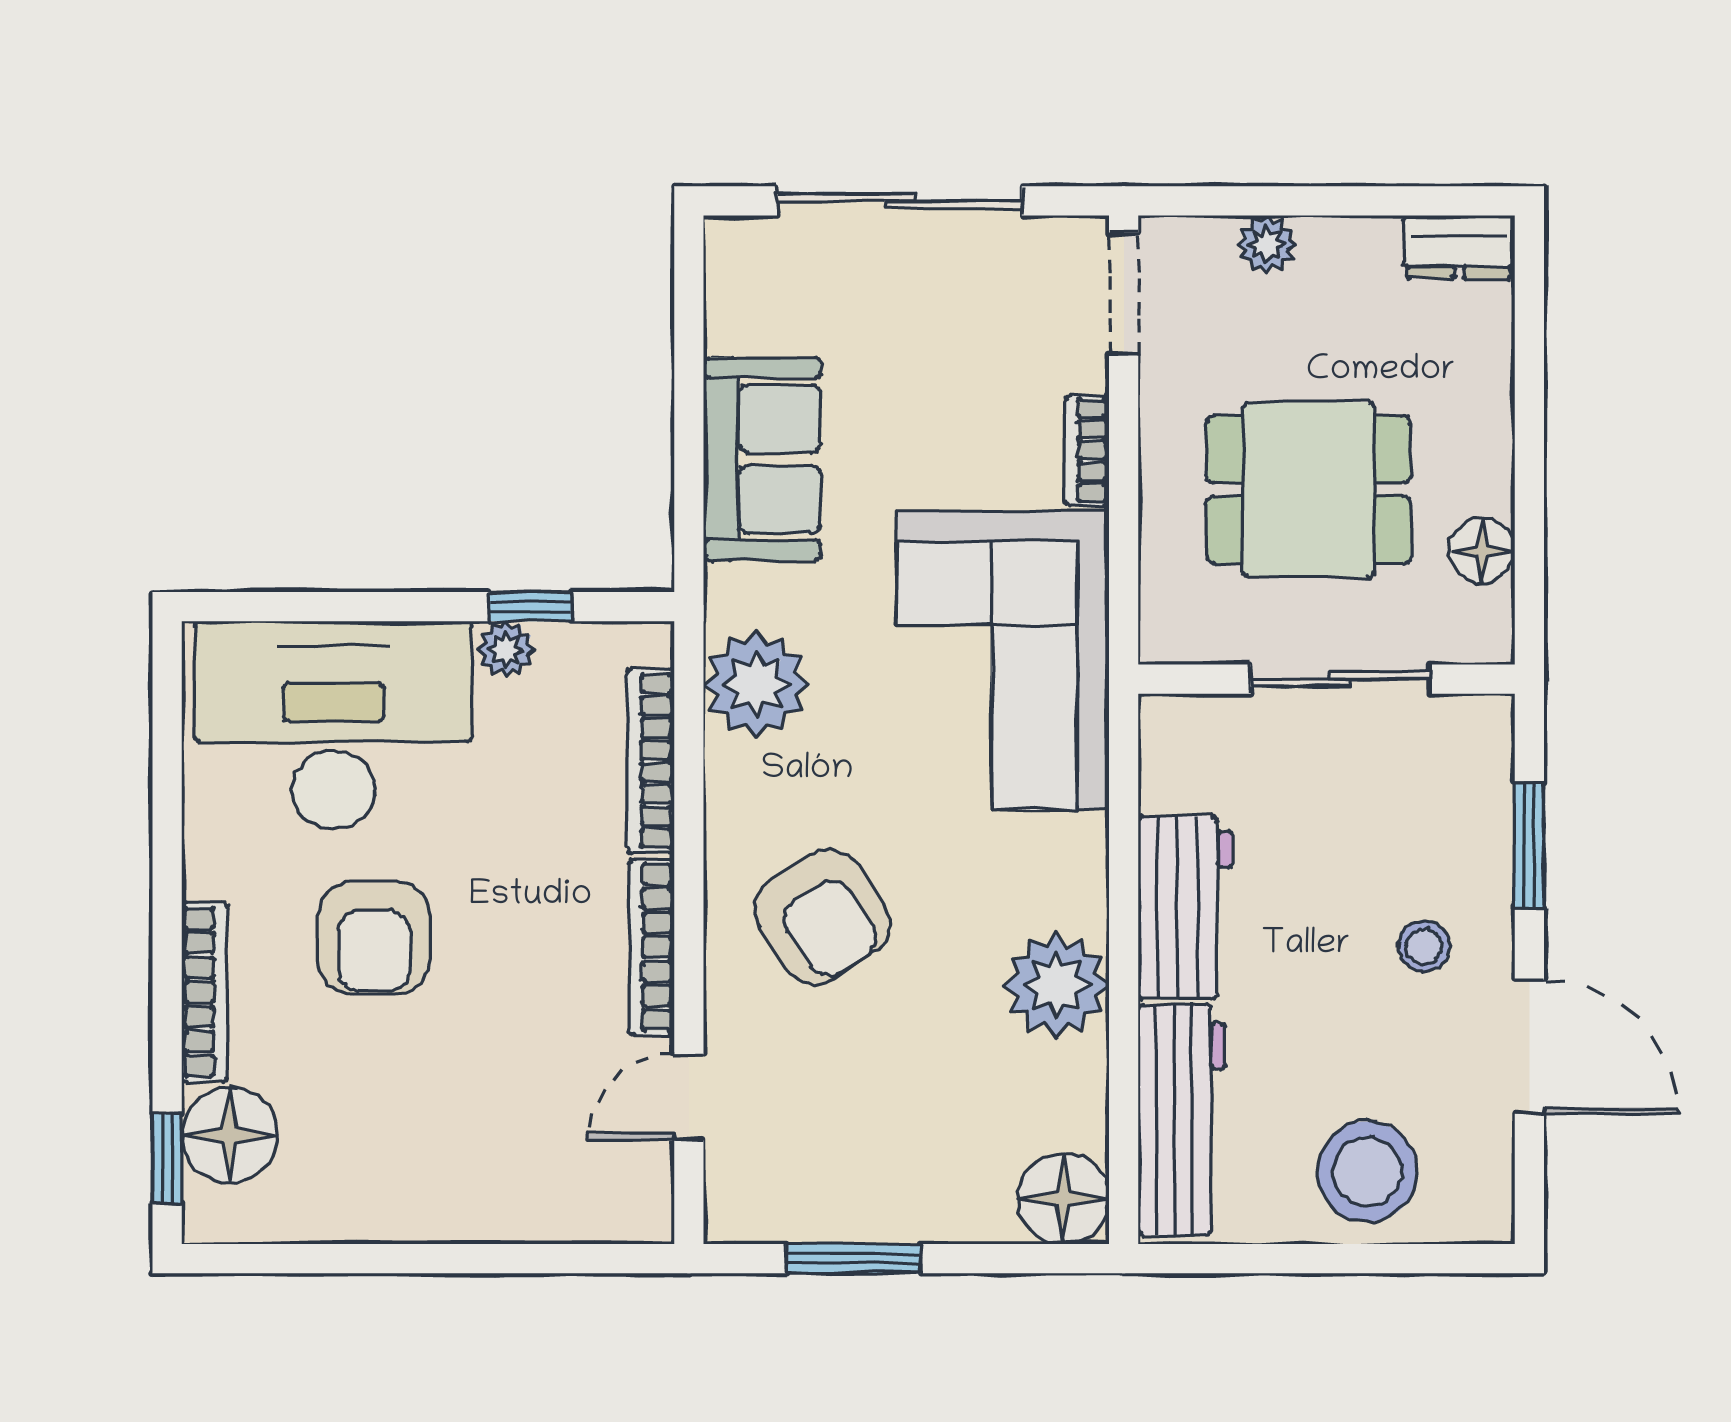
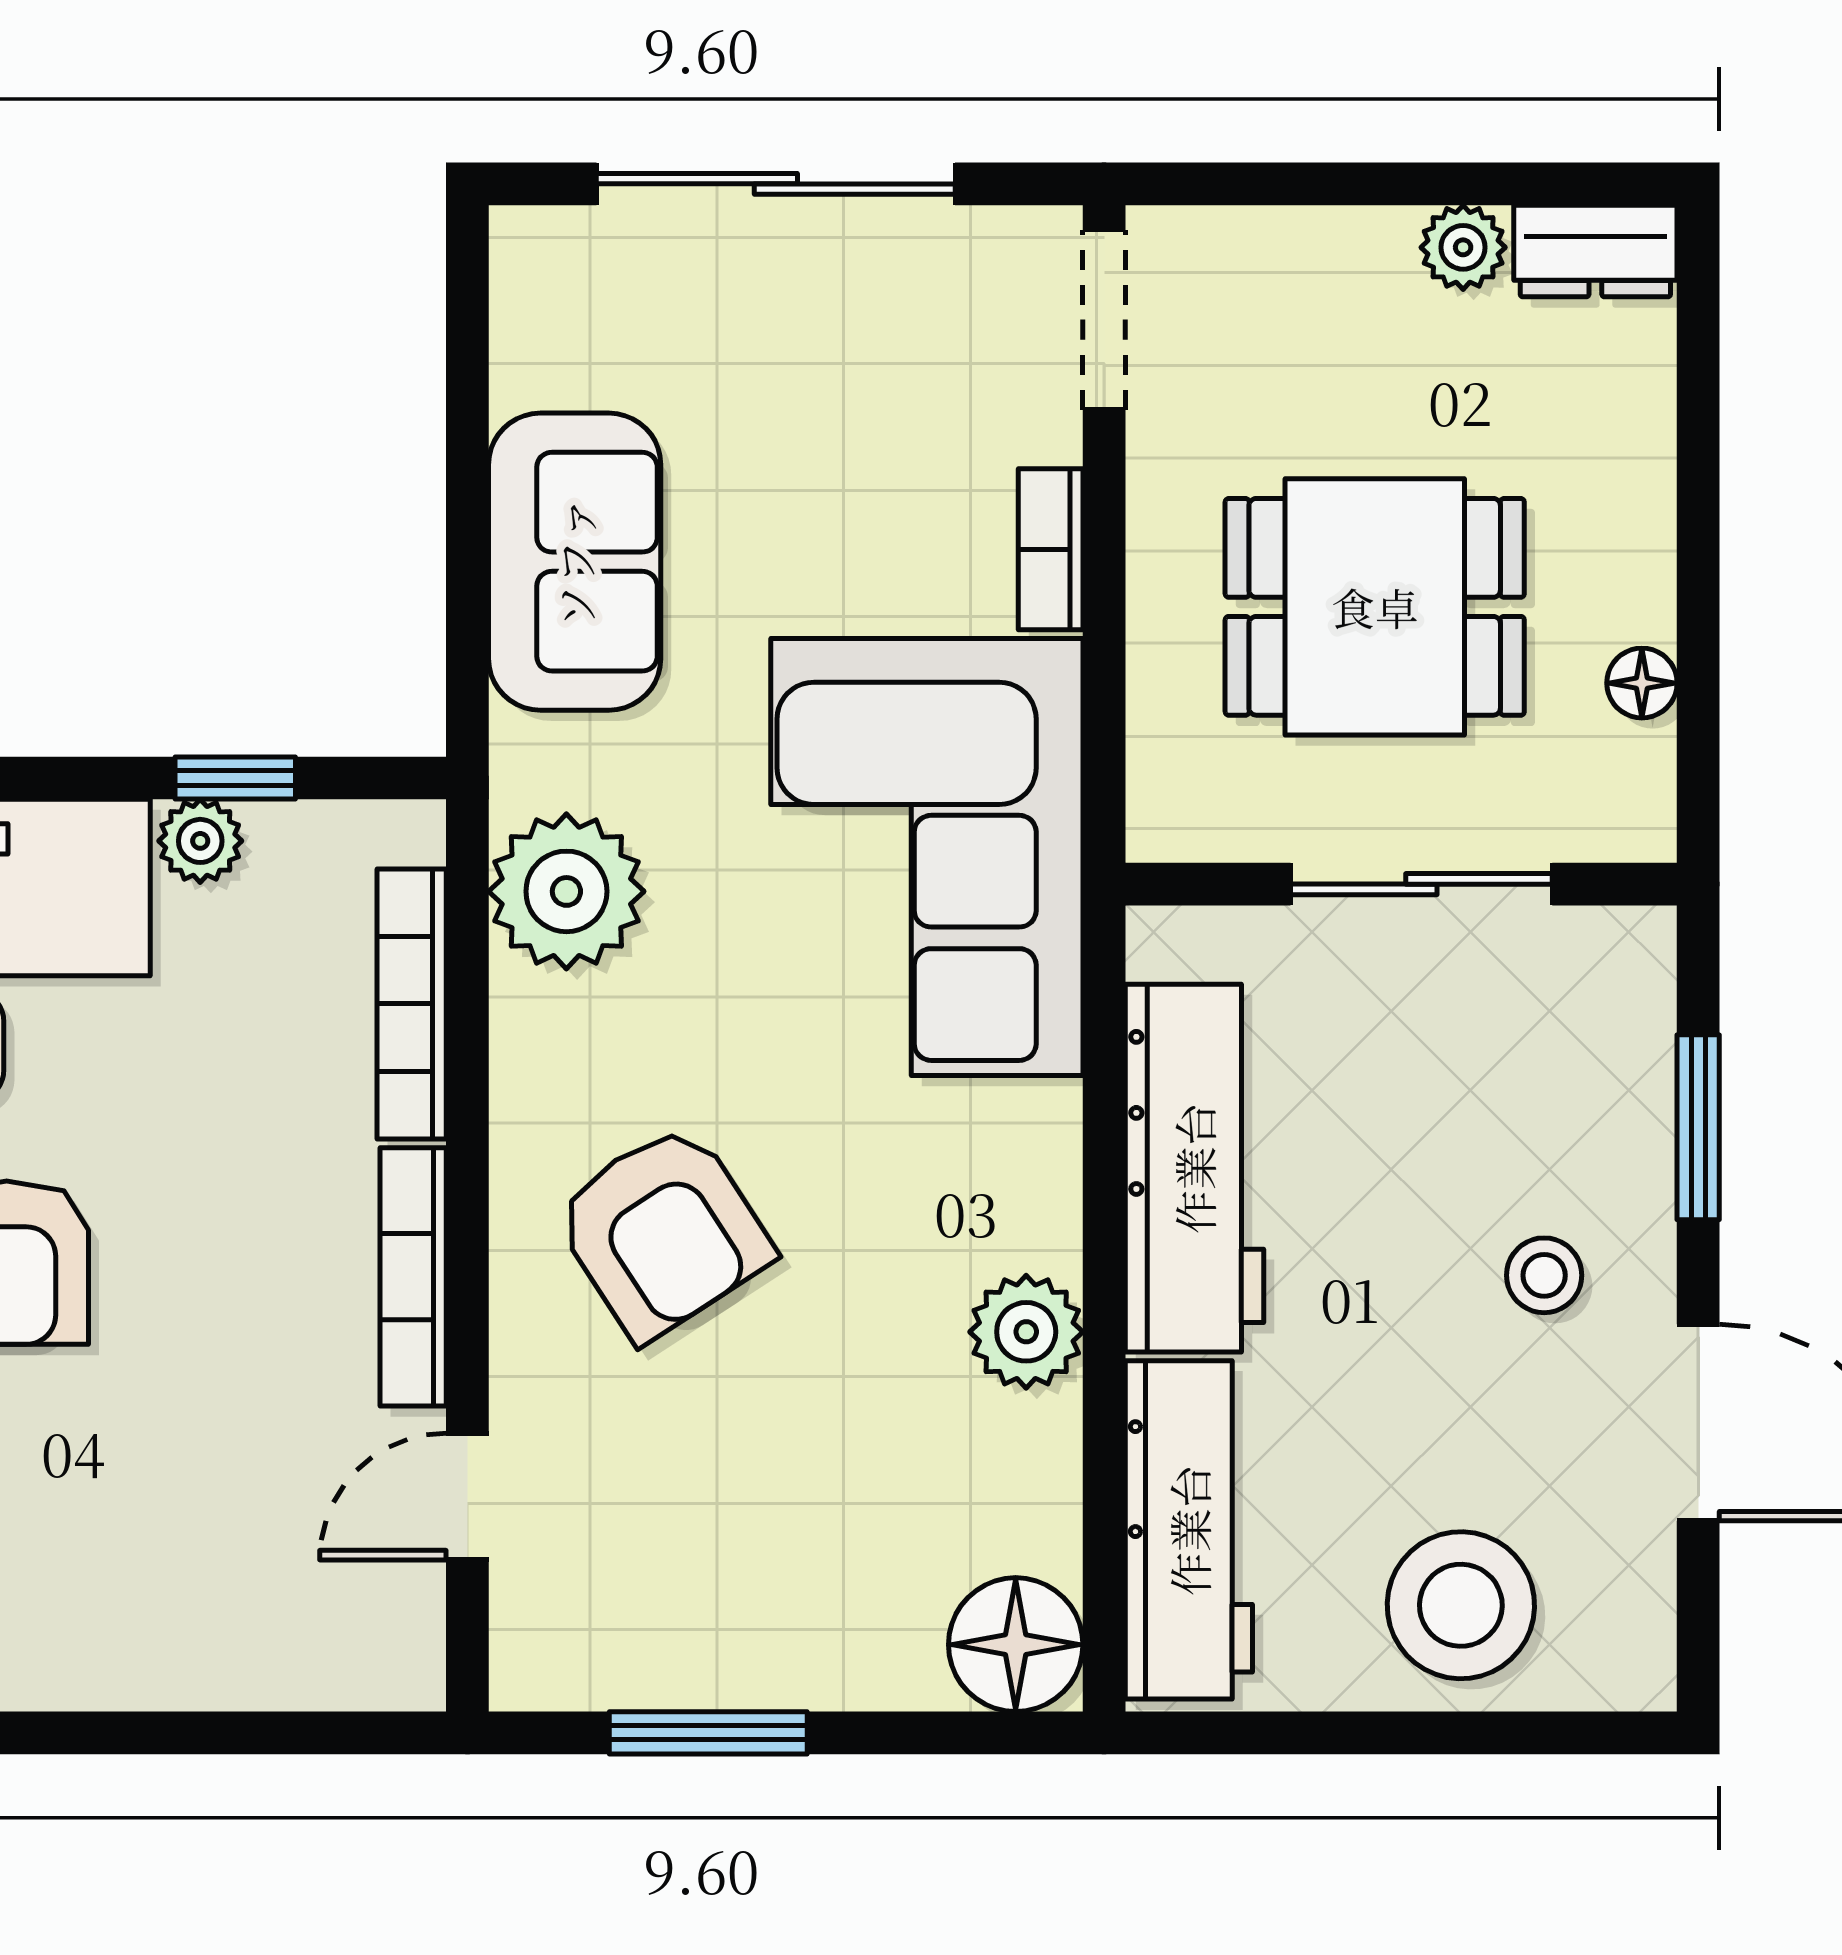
plant: (1267, 244) -> (1463, 247), moved
floor lamp: (1482, 551) -> (1642, 683), width x0.73, depth x0.73
workbench: (1185, 907) -> (1194, 1168), width x1.38
plant: (1056, 985) -> (1026, 1332), width x0.73, depth x0.73

